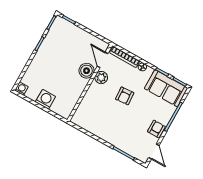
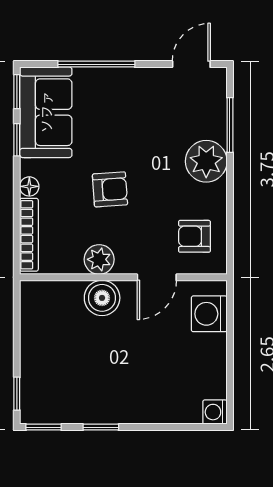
door: (103, 60) -> (157, 277), moved
washing machine: (45, 99) -> (209, 314), moved
armchair: (156, 129) -> (194, 236), moved
plant: (115, 137) -> (206, 161), added

